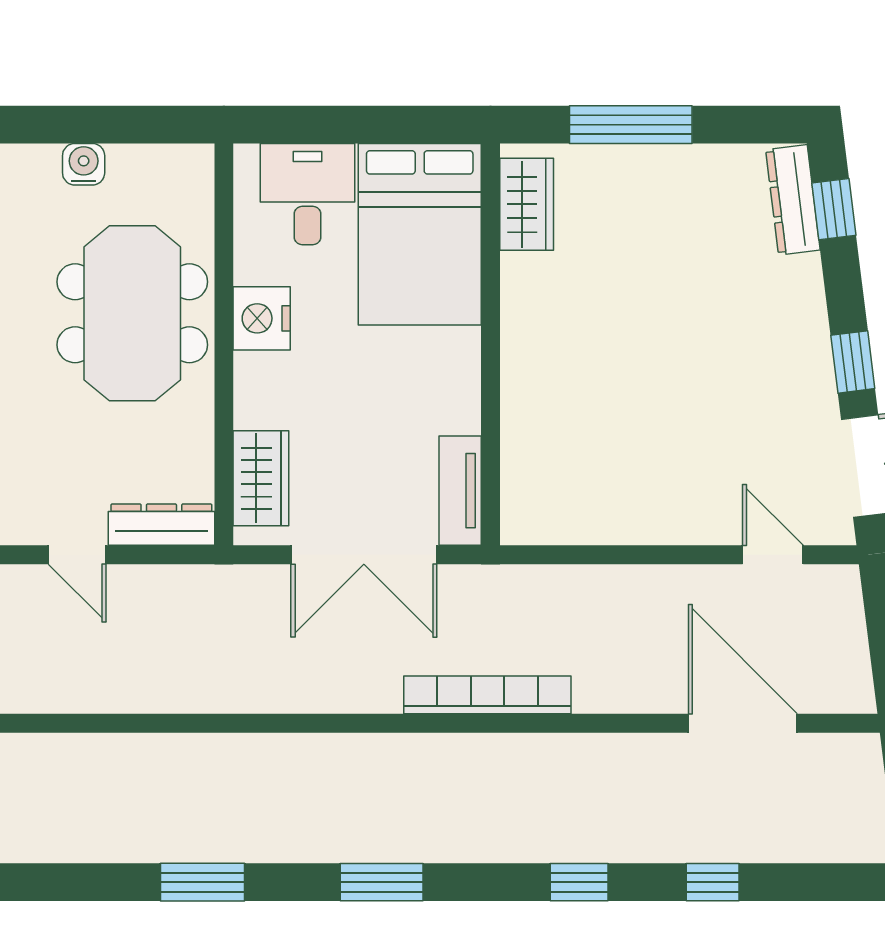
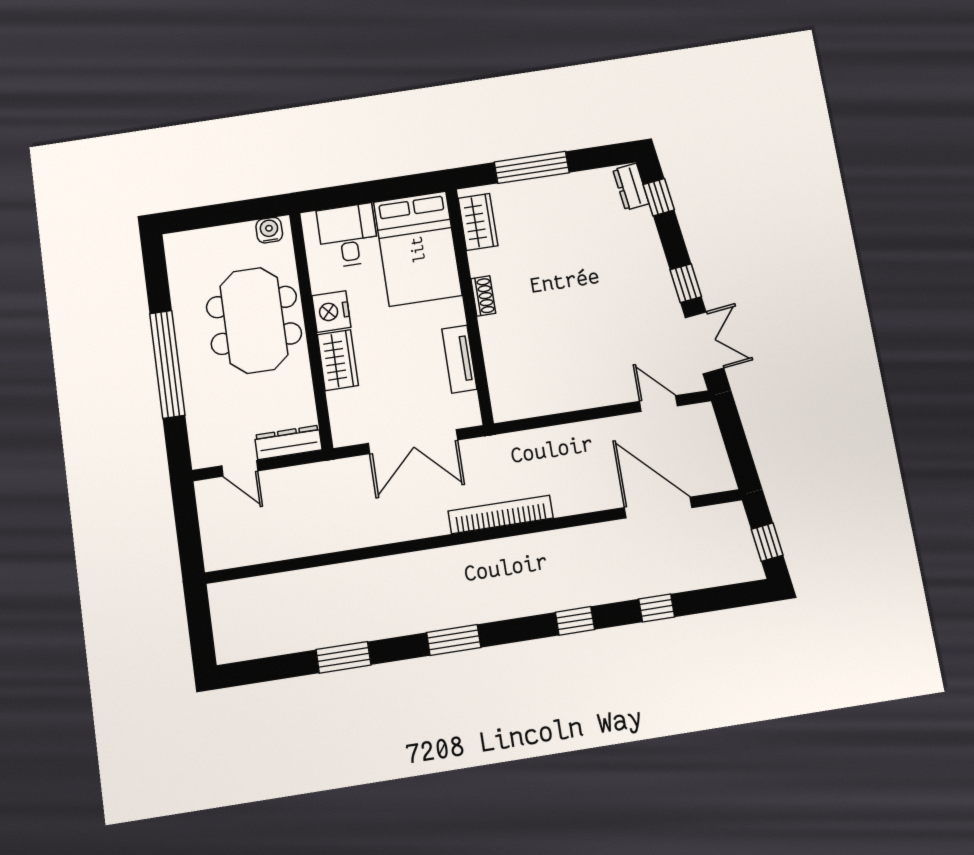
water cooler: (84, 164) -> (269, 230), moved
dresser: (793, 200) -> (631, 187), width x0.70
shoe rack: (516, 331) -> (483, 296), added
wardrobe: (261, 478) -> (338, 360), moved
tv unit: (460, 491) -> (459, 359), moved

